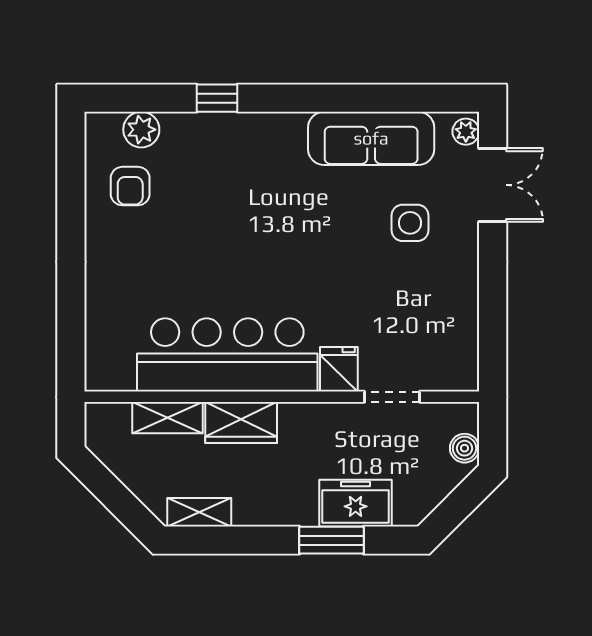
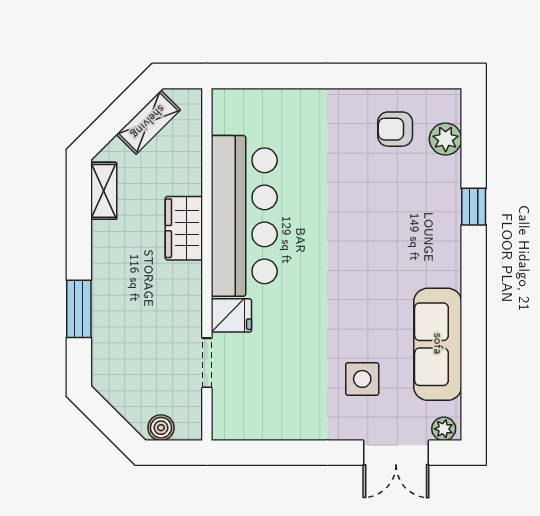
shelving: (168, 418) -> (148, 122), moved, turned 45
freezer: (356, 503) -> (112, 330), removed

